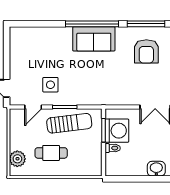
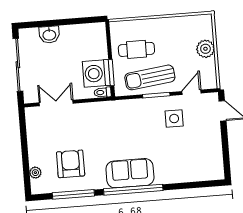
toilet: (113, 148) -> (103, 92), moved
cafe table: (51, 153) -> (136, 49), moved
plant: (17, 159) -> (205, 49), moved

